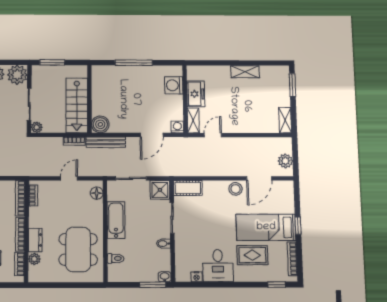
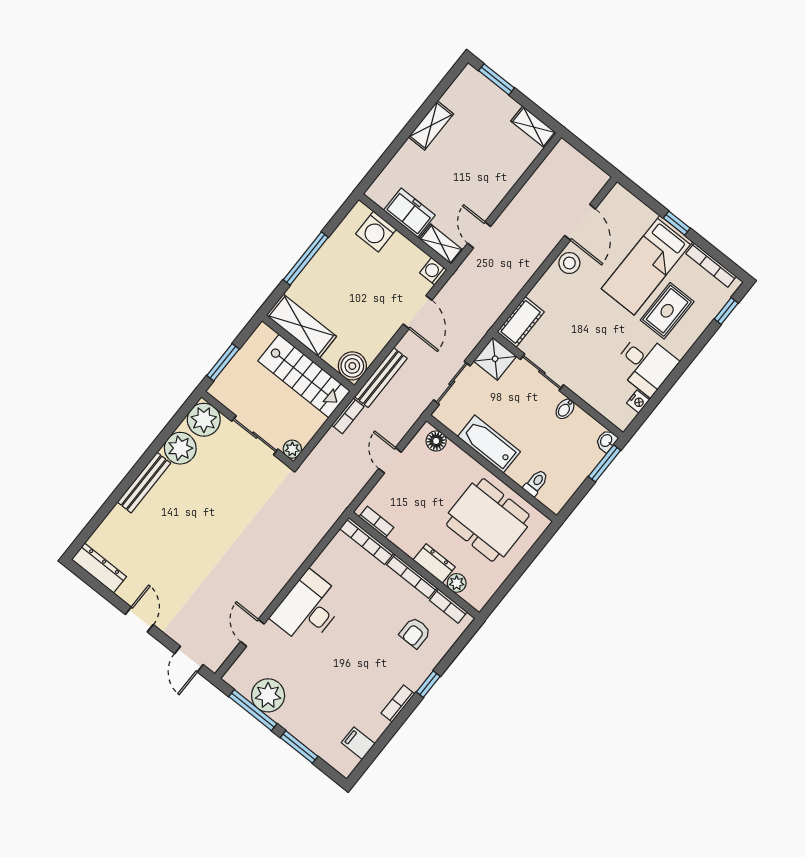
shelving: (100, 85) -> (301, 326), added
plant: (285, 161) -> (585, 171), removed

